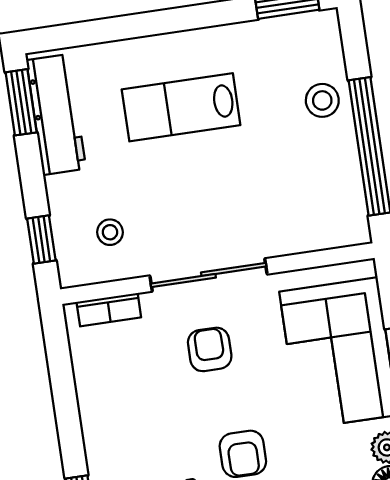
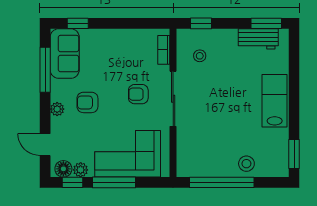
lab bench: (181, 107) -> (275, 101), moved
workbench: (56, 114) -> (258, 39), width x0.73
armchair: (210, 349) -> (138, 94), turned 180

